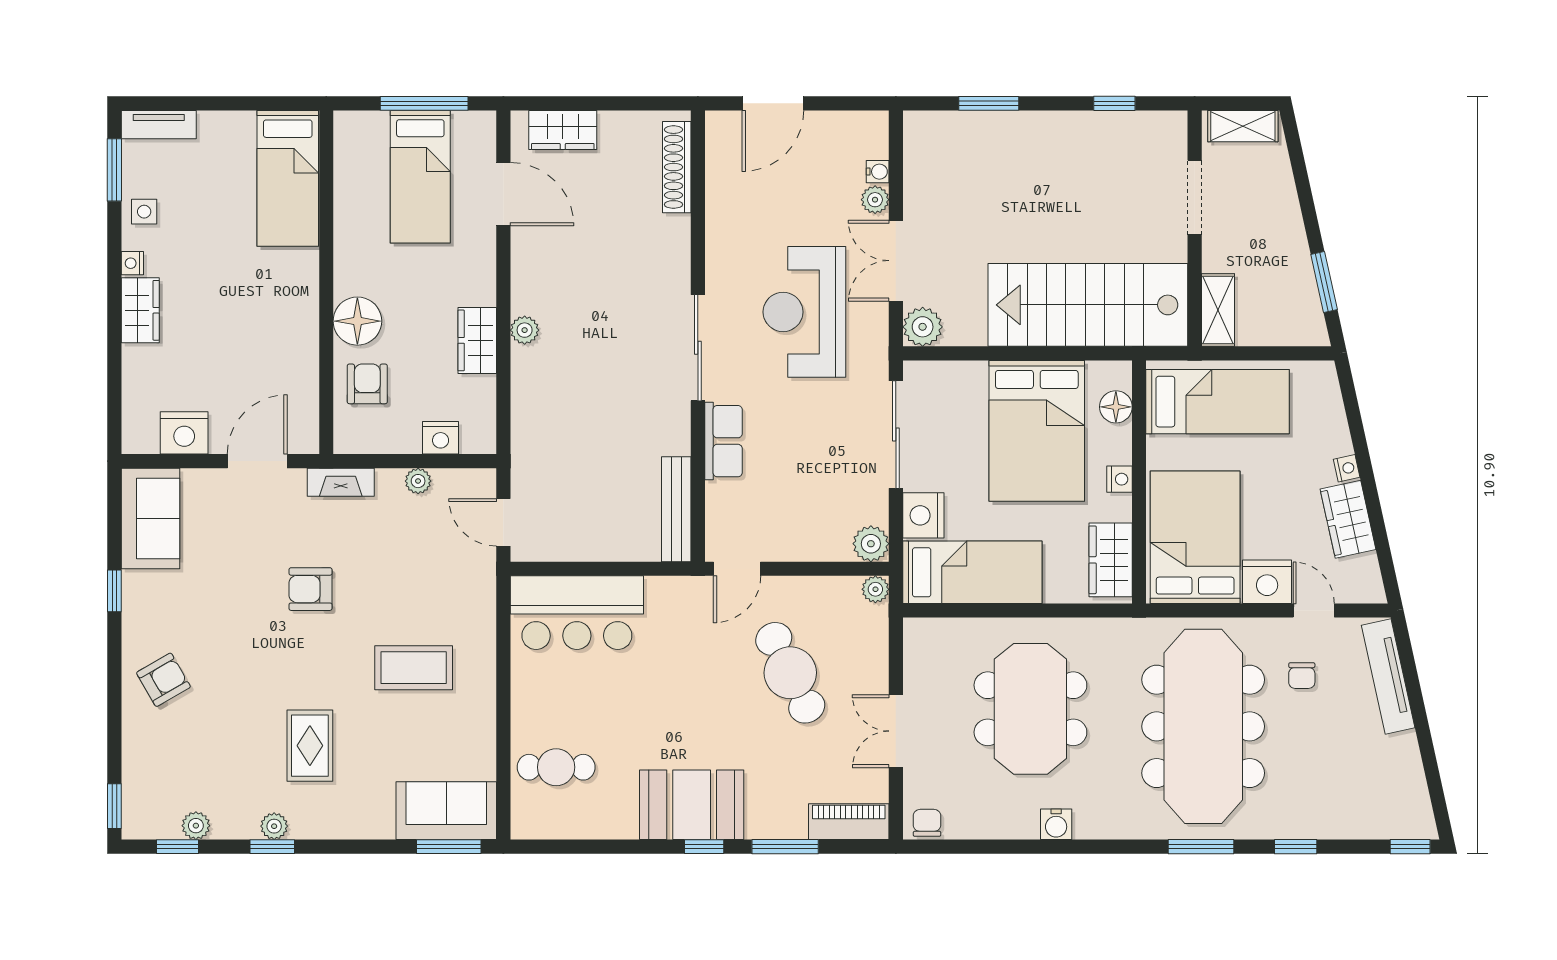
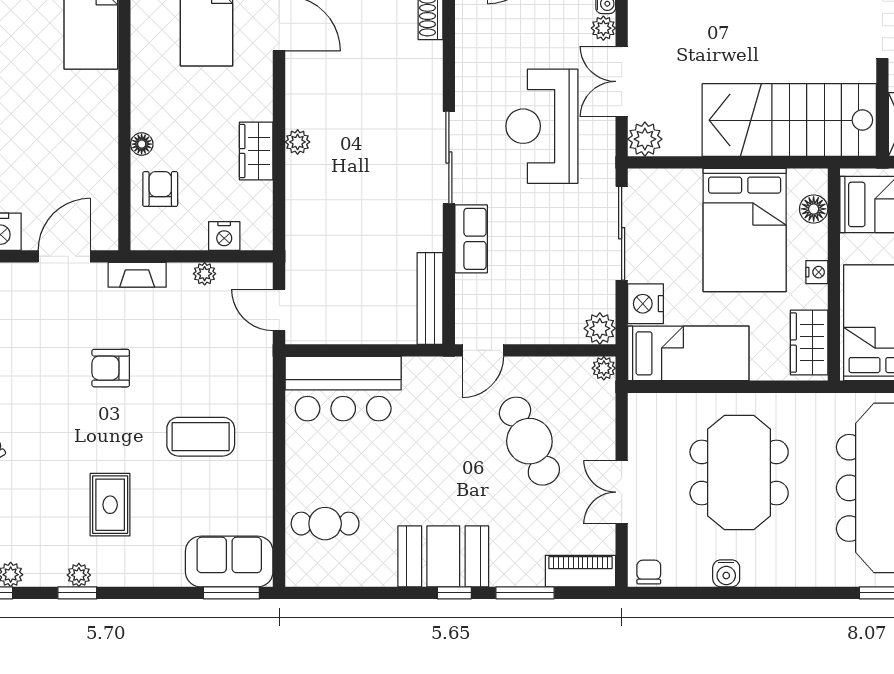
floor lamp: (357, 321) -> (142, 144), width x0.53, depth x0.53
water cooler: (1056, 824) -> (726, 573), moved

